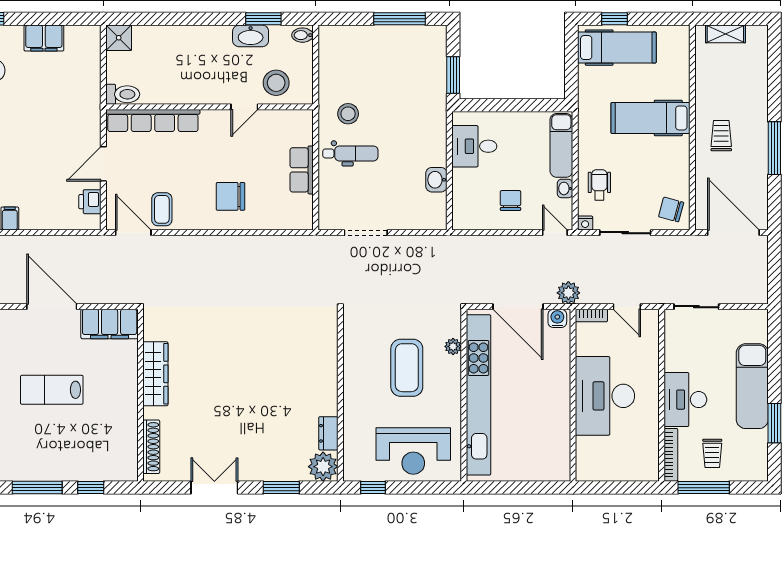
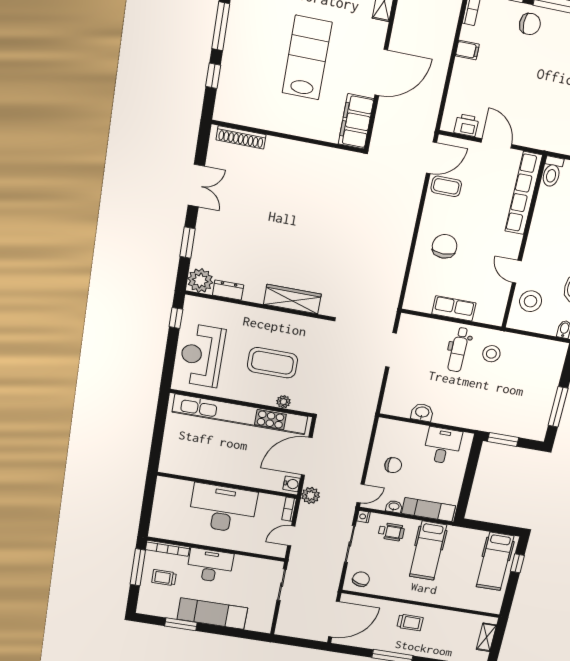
hospital bed: (651, 118) -> (428, 551), moved, turned 180
wardrobe: (155, 374) -> (292, 299), moved, turned 180
lab bench: (52, 390) -> (307, 58), width x1.36, depth x1.39

